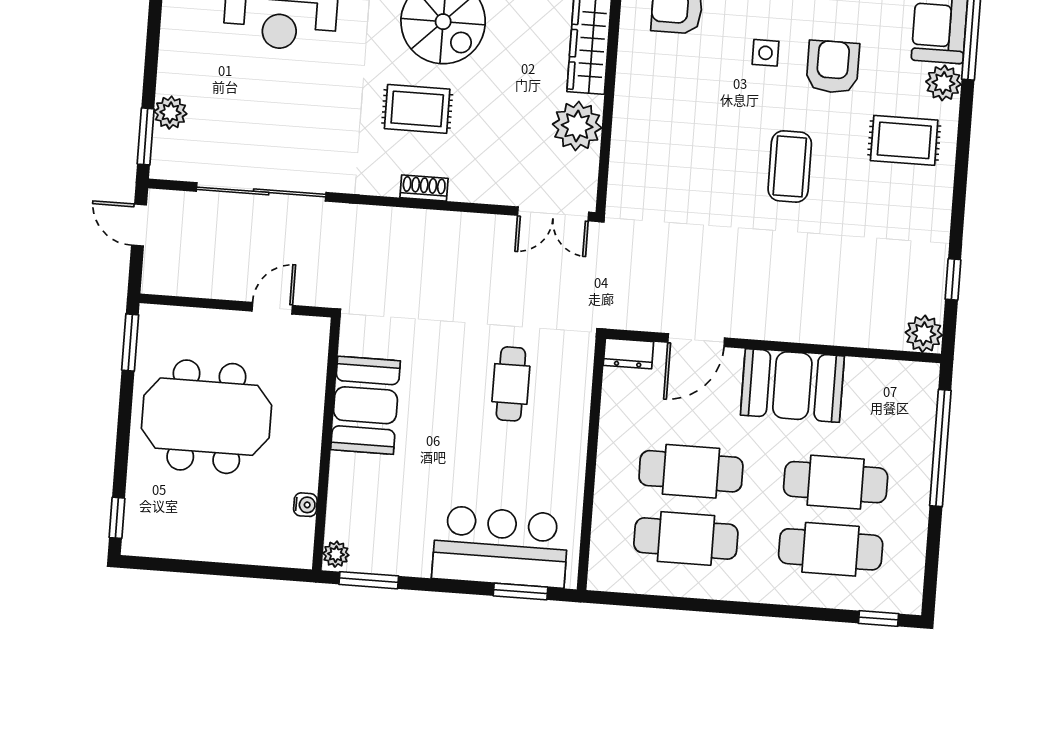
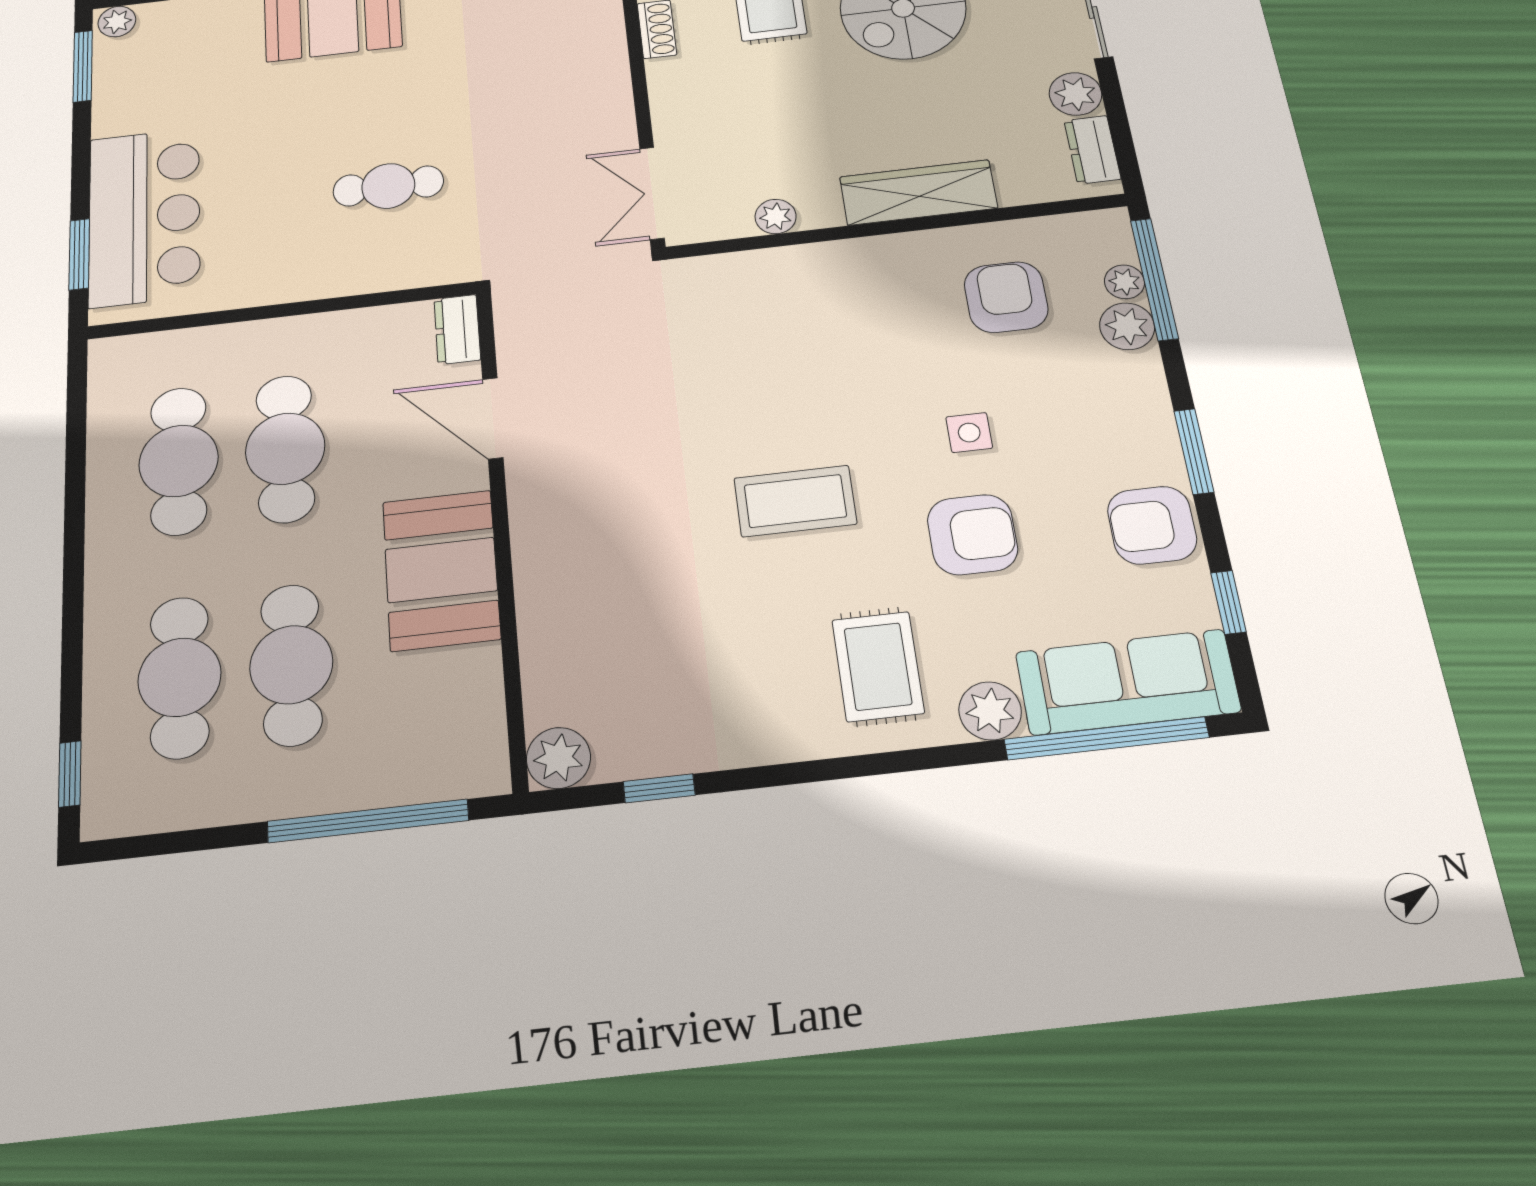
plant: (577, 126) -> (776, 217), width x0.53, depth x0.53

